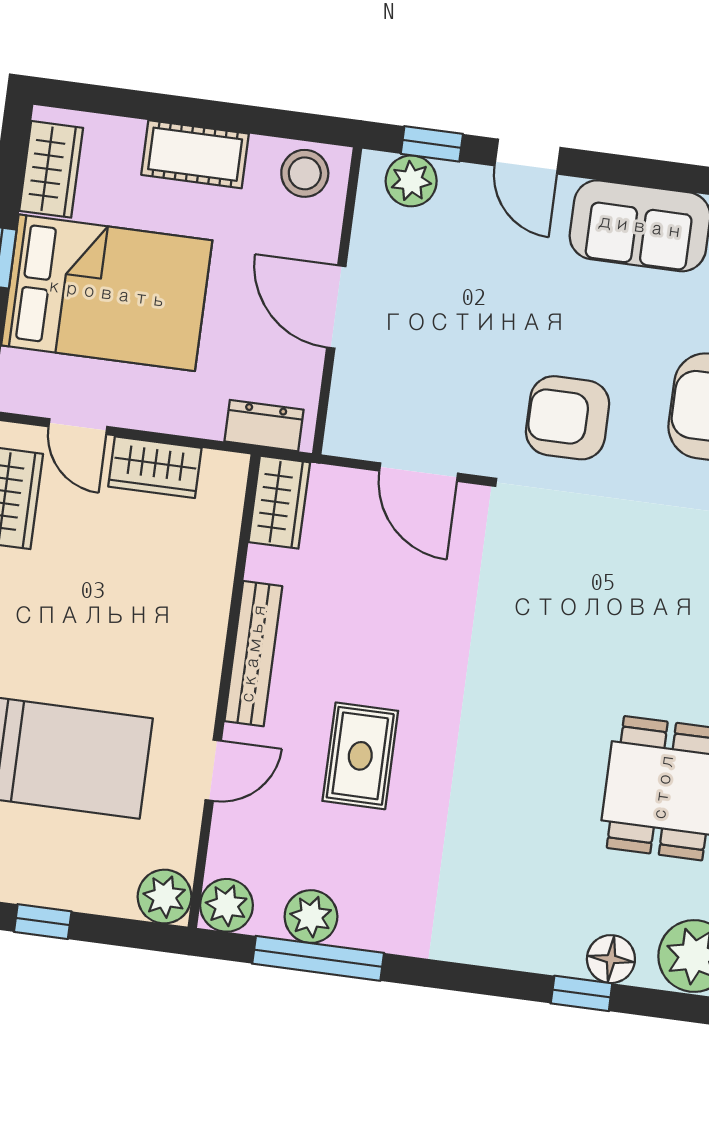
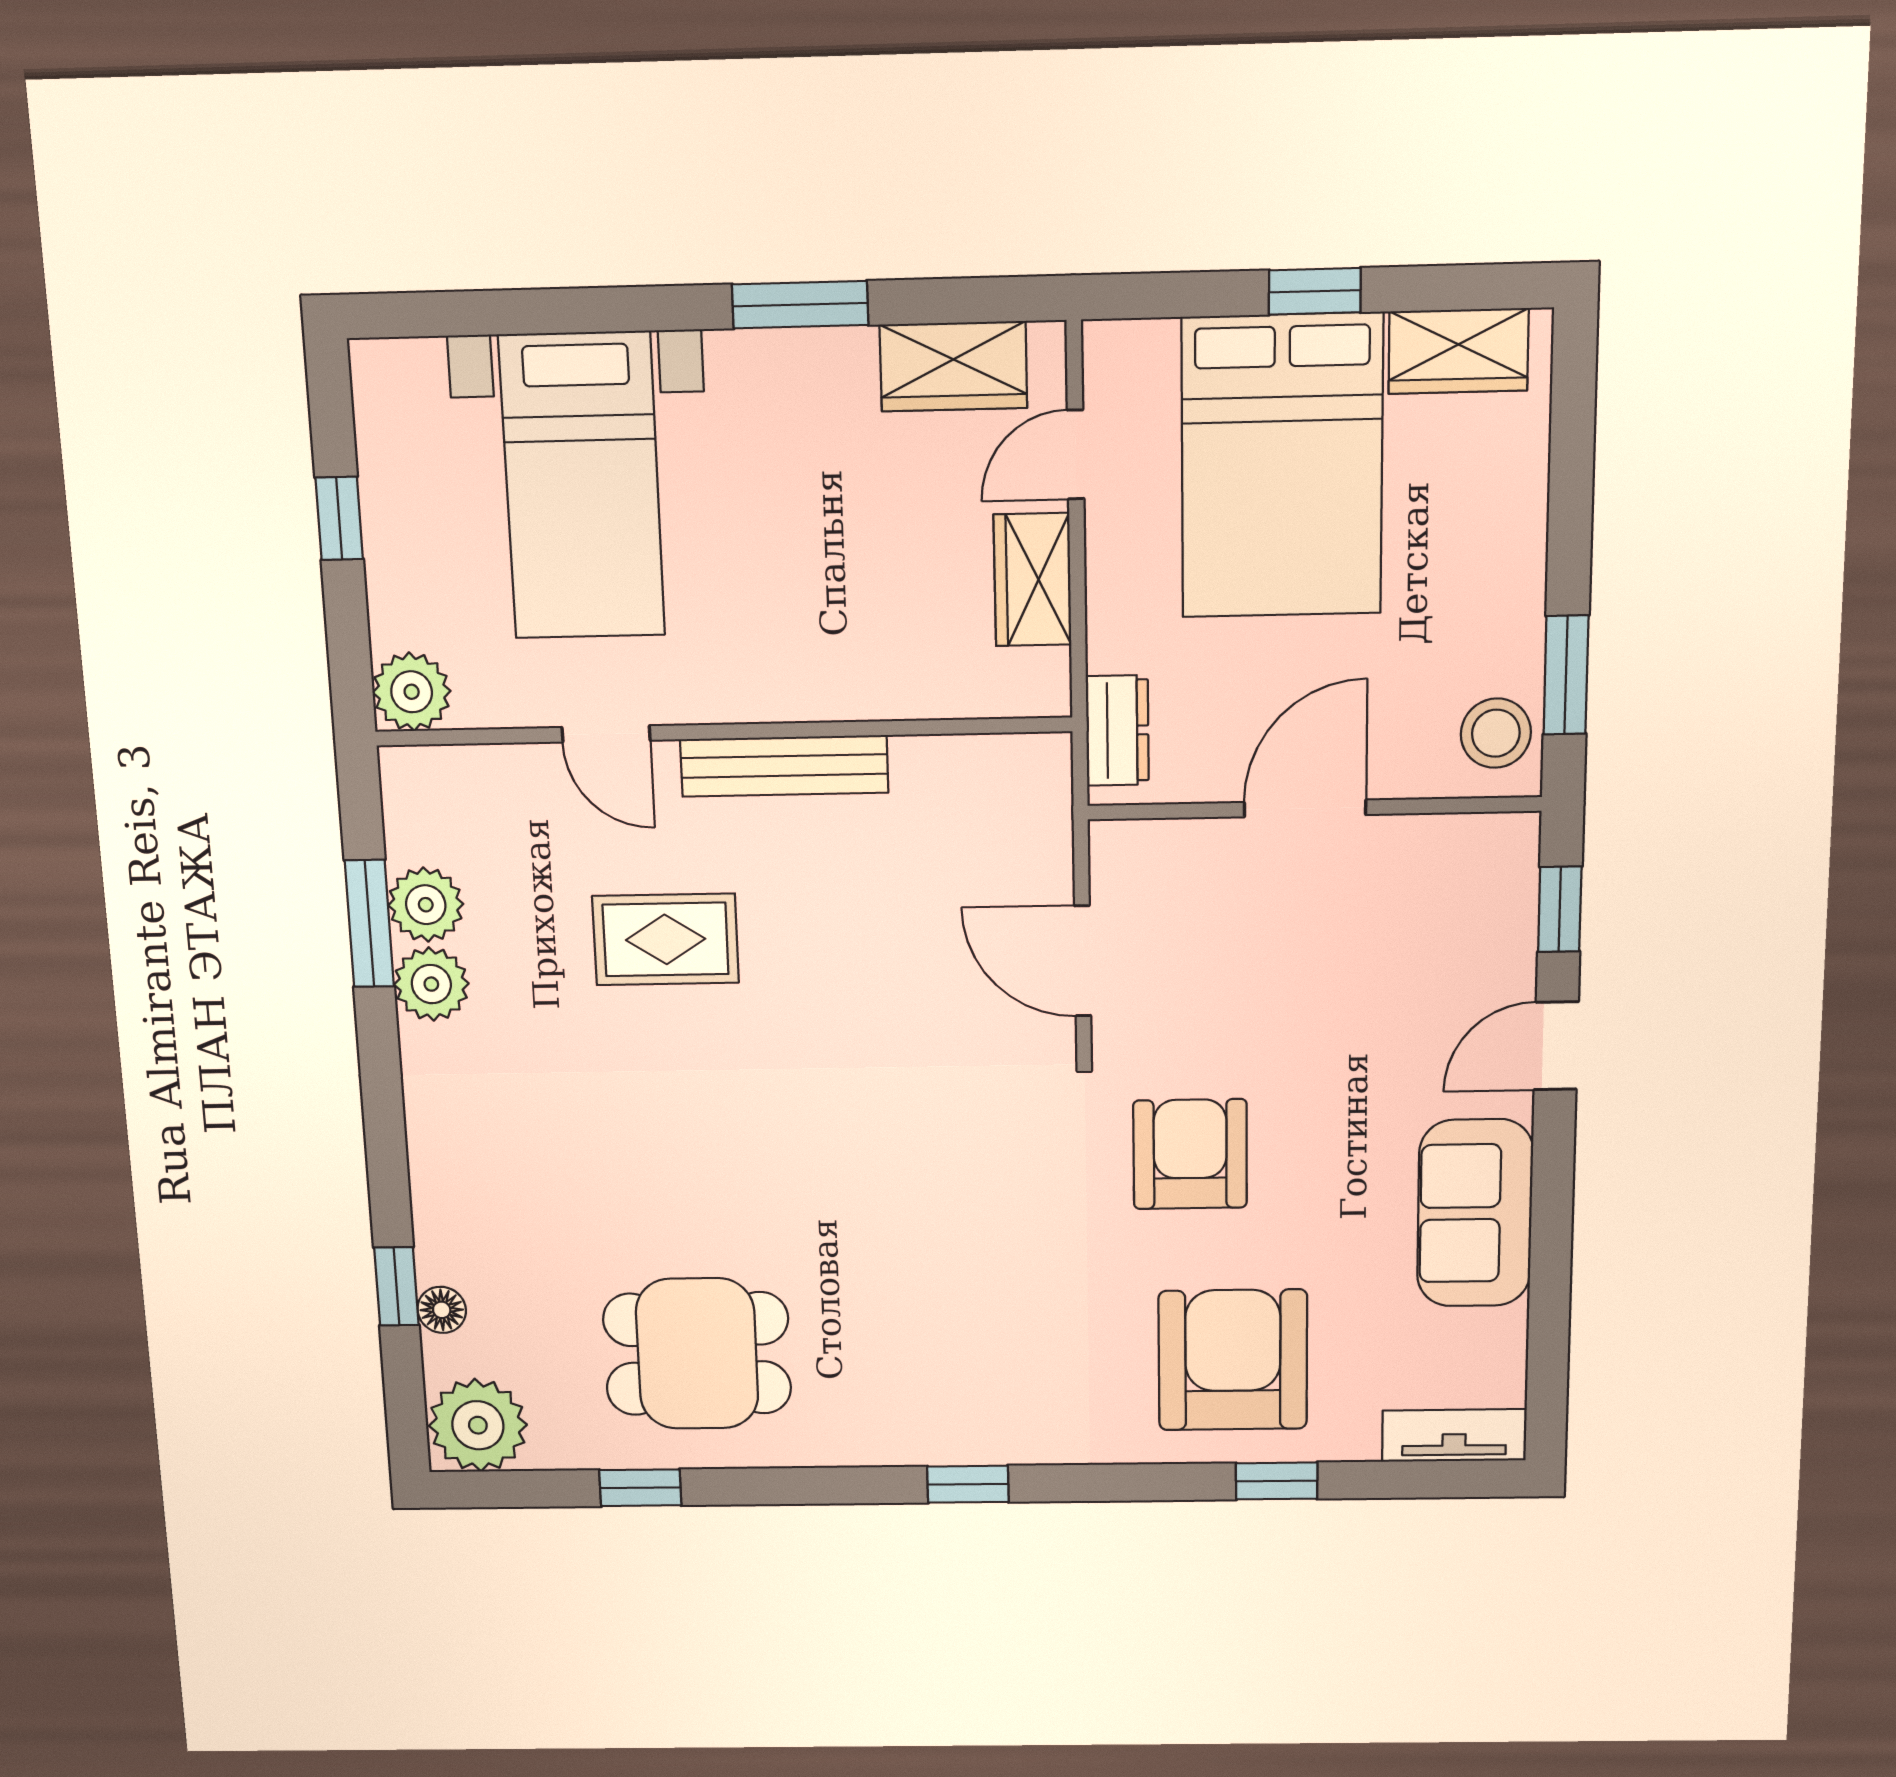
window: (273, 123) -> (1566, 675), added
cot: (195, 154) -> (1506, 567), removed
plant: (411, 181) -> (1502, 888), removed
door: (419, 472) -> (1083, 961), hinge flipped
wardrobe: (279, 502) -> (1009, 769), removed
plant: (226, 905) -> (431, 984), moved
window: (318, 958) -> (369, 924), width x0.69
floor lamp: (611, 959) -> (442, 1310), width x0.73, depth x0.73

